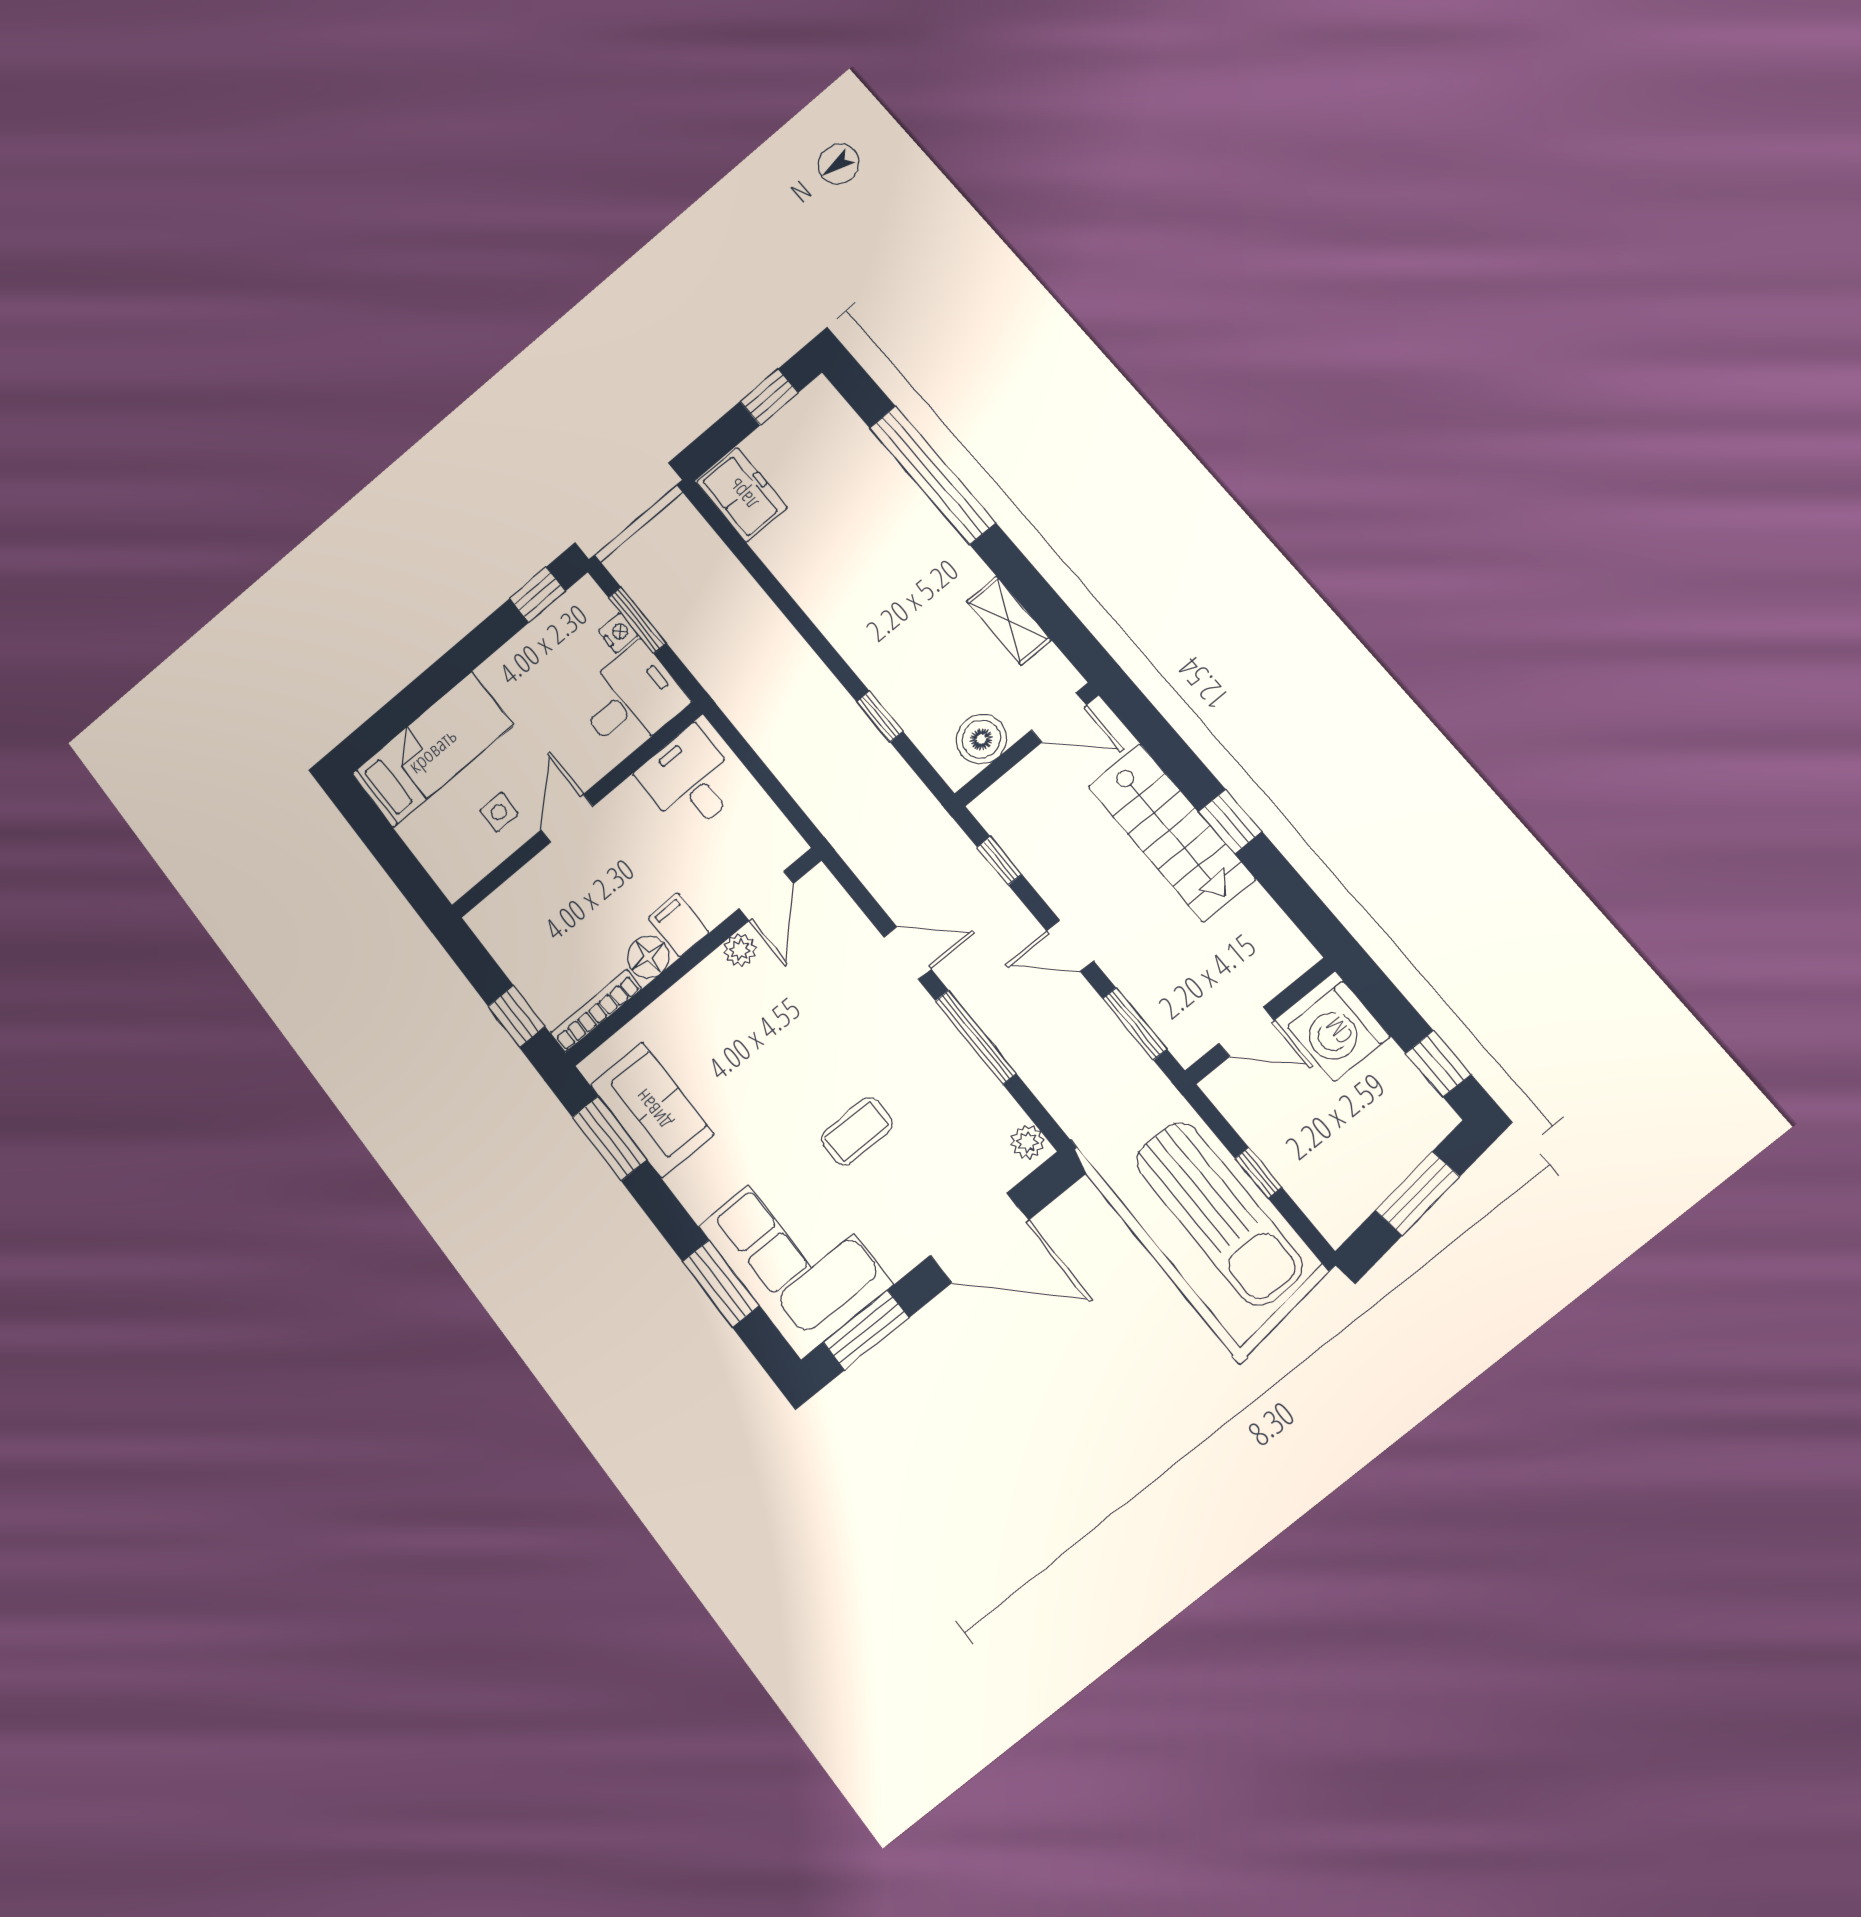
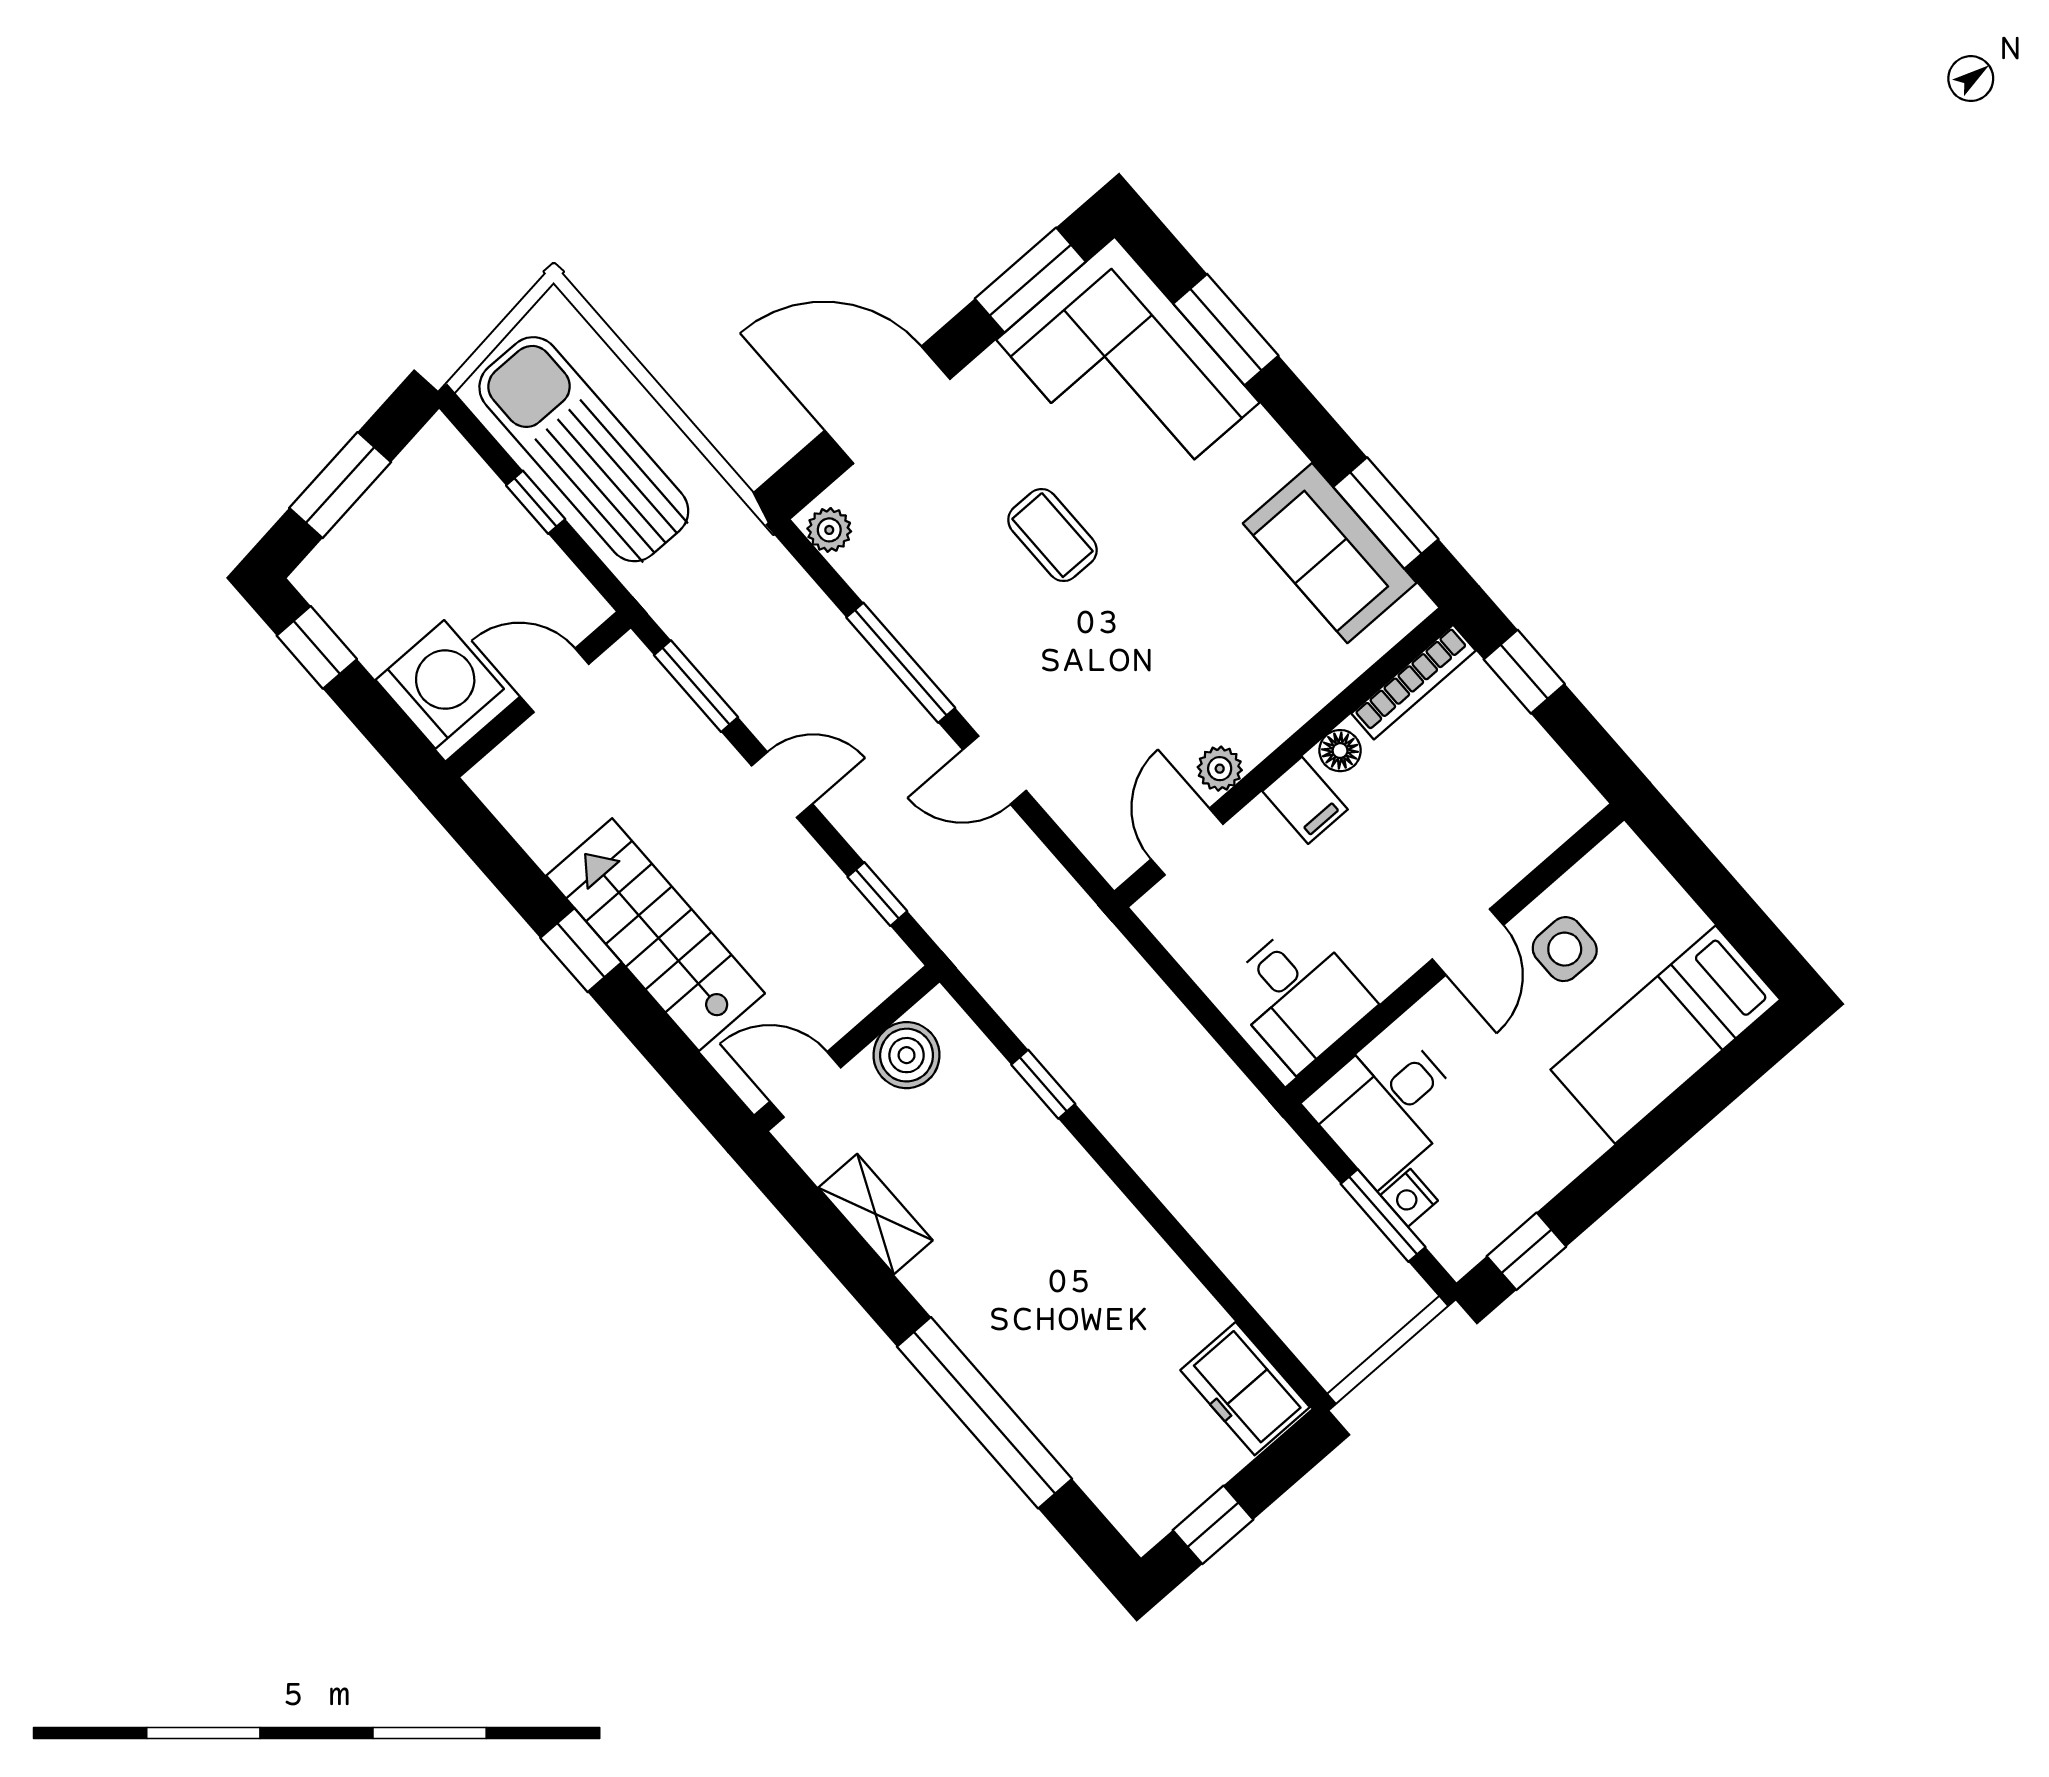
side table: (499, 812) -> (1565, 949), width x1.37, depth x1.37
floor lamp: (648, 957) -> (1340, 751), width x0.73, depth x0.73
coffee table: (857, 1131) -> (1052, 535), turned 90

